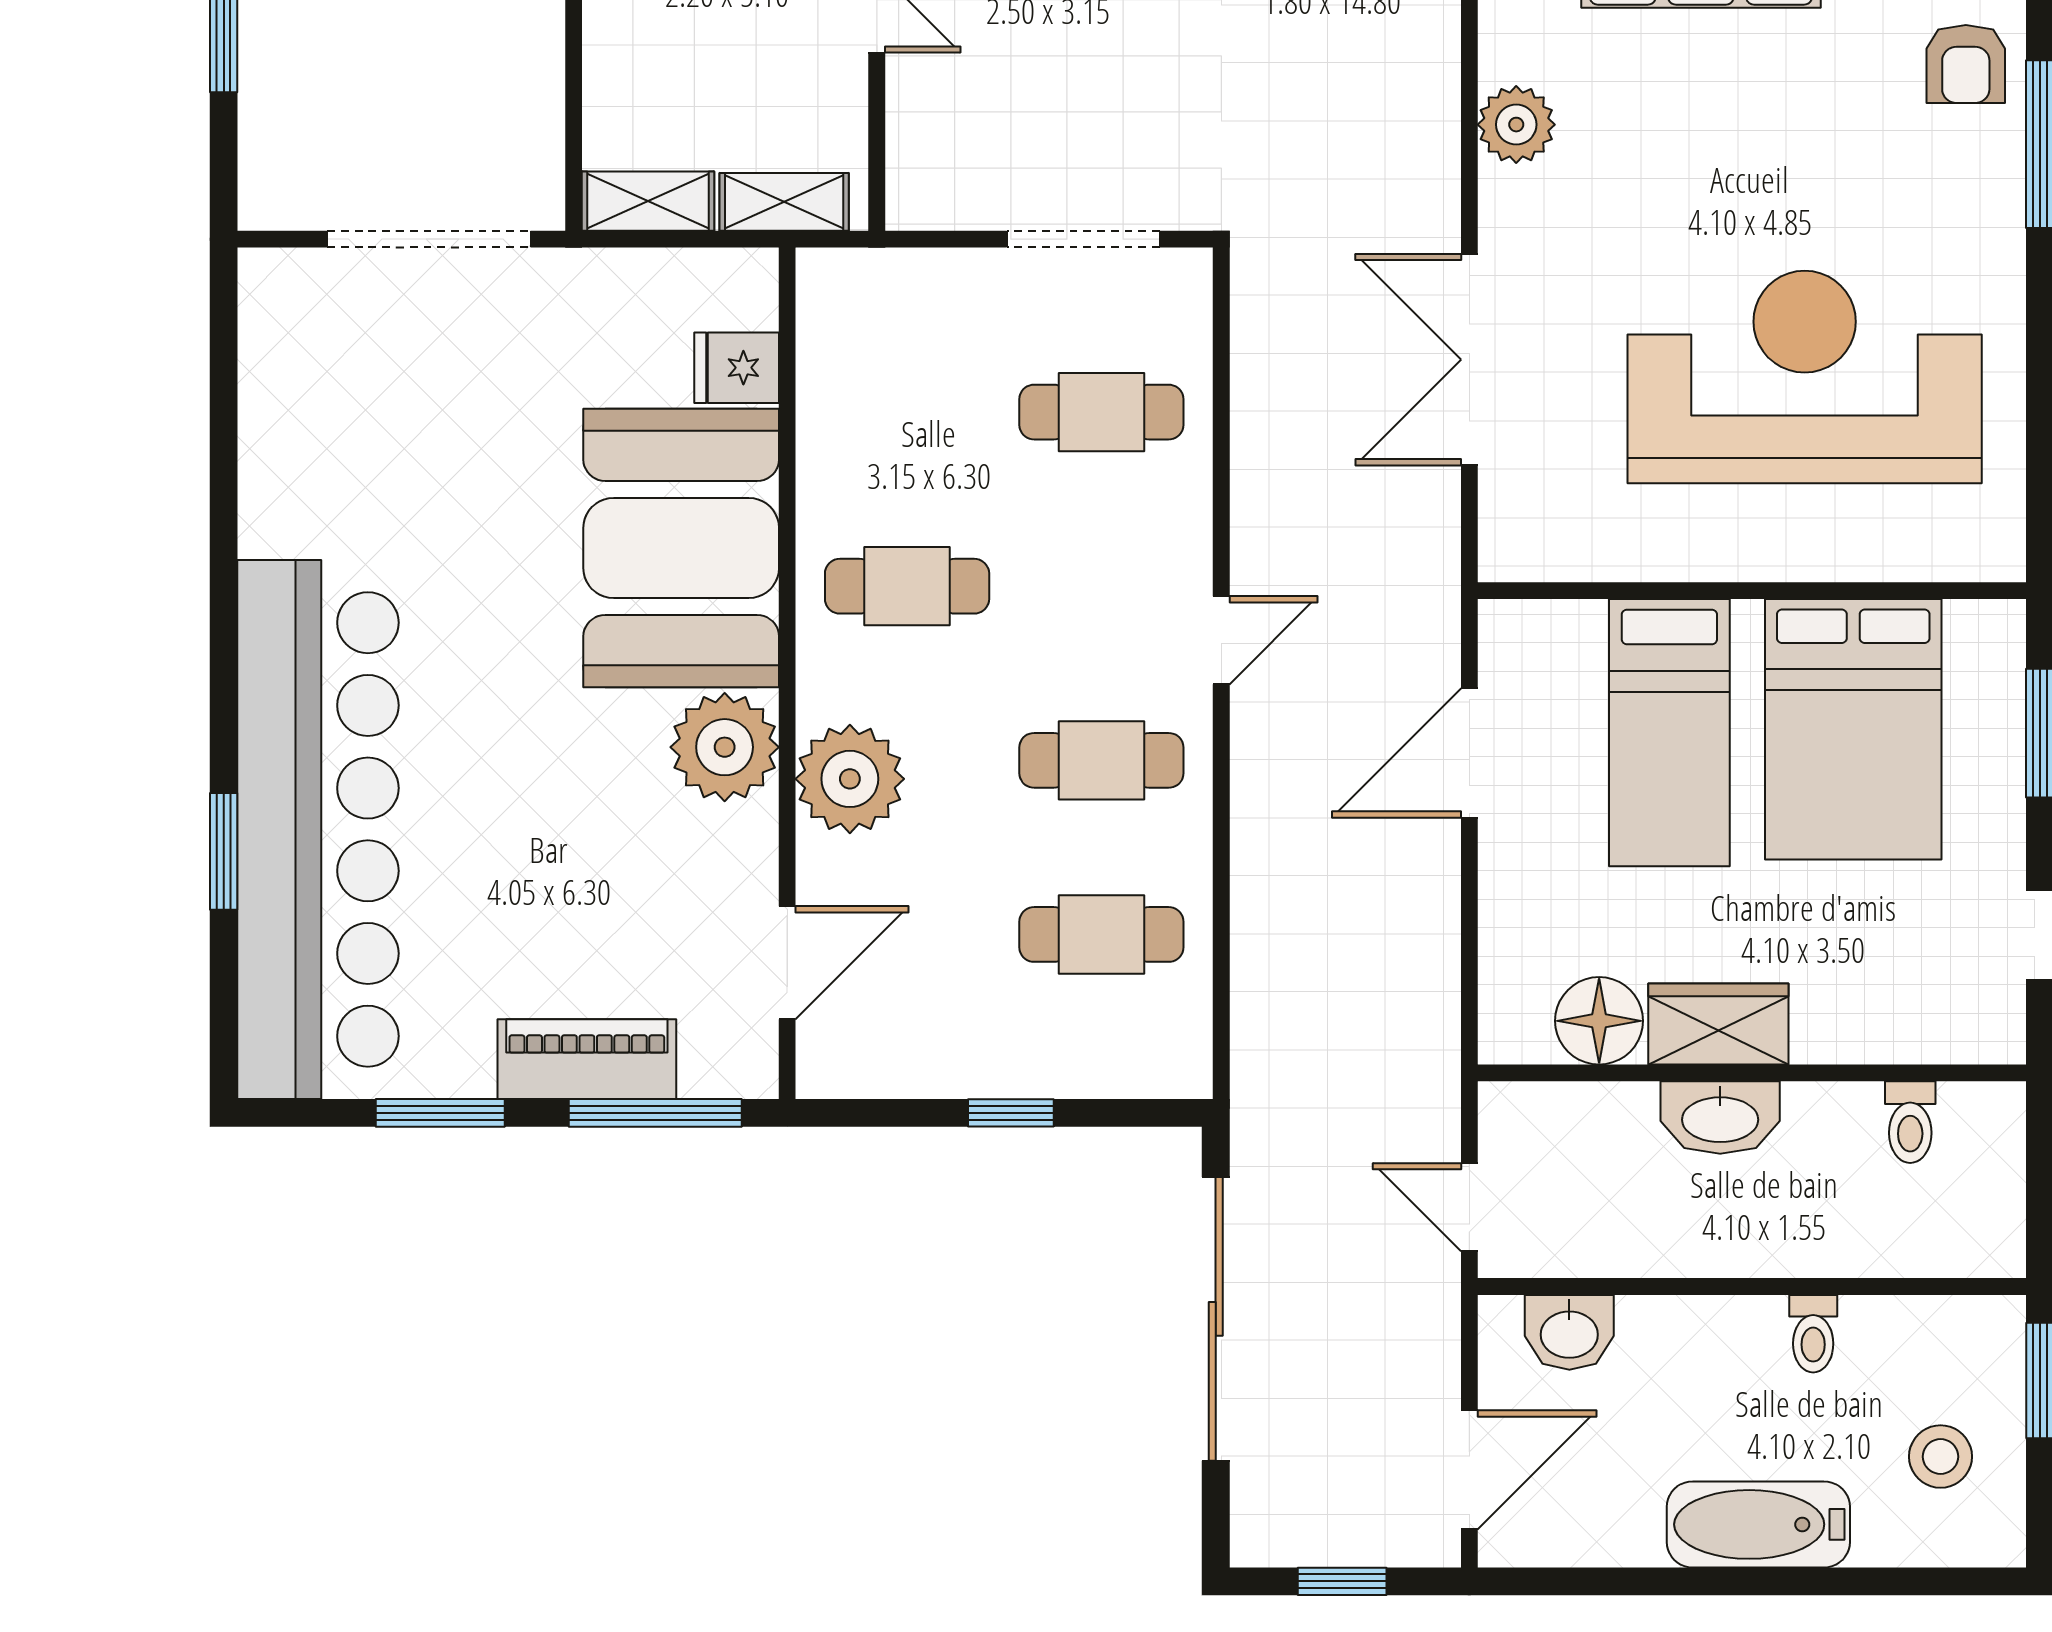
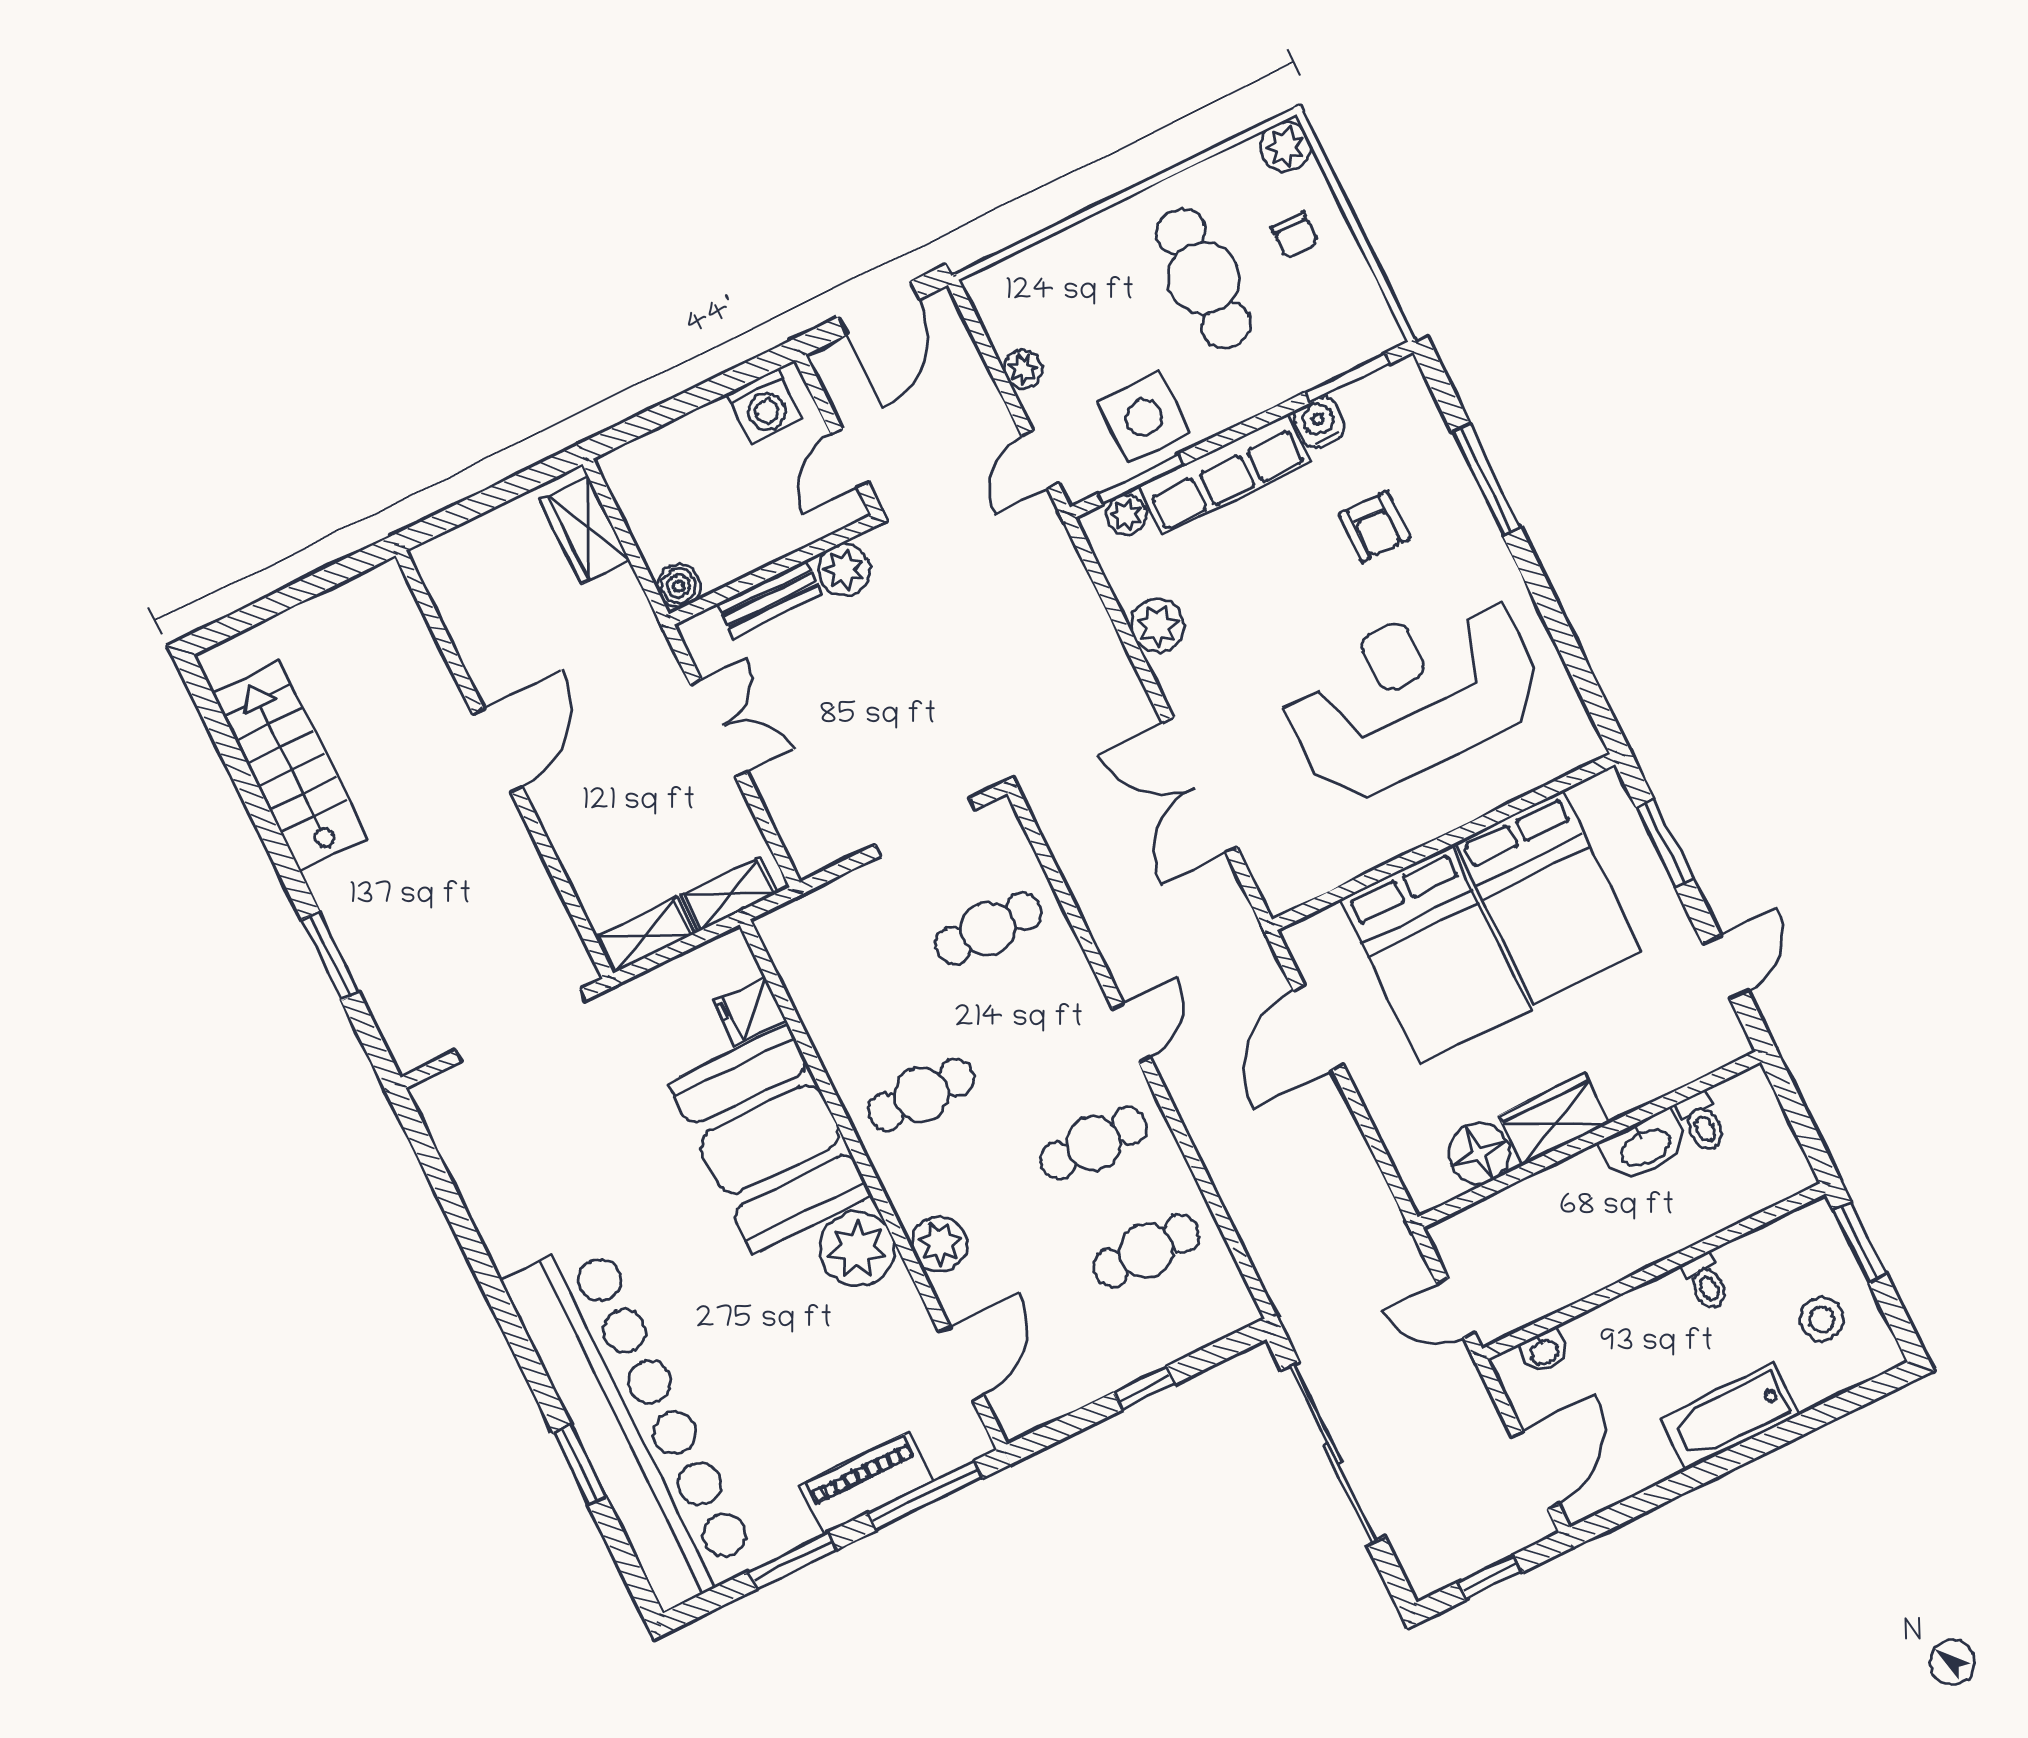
armchair: (1966, 64) -> (1374, 526), moved
bed: (1669, 733) -> (1436, 955), width x1.50
plant: (850, 779) -> (940, 1244), width x0.73, depth x0.73
washbasin: (1720, 1118) -> (1645, 1146), moved
washbasin: (1569, 1332) -> (1544, 1351), width x0.72, depth x0.69

